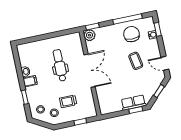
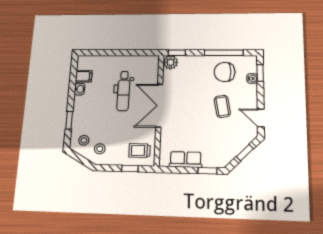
chair: (132, 34) -> (225, 72), turned -90
dental chair: (60, 65) -> (124, 91), turned 180
double door: (90, 71) -> (159, 106), swing flipped
filing cabinet: (30, 81) -> (84, 76), moved
trolley: (68, 101) -> (139, 151), moved
row of seats: (133, 103) -> (186, 159), moved

